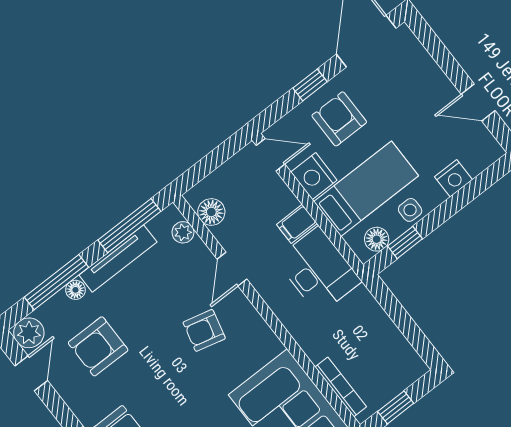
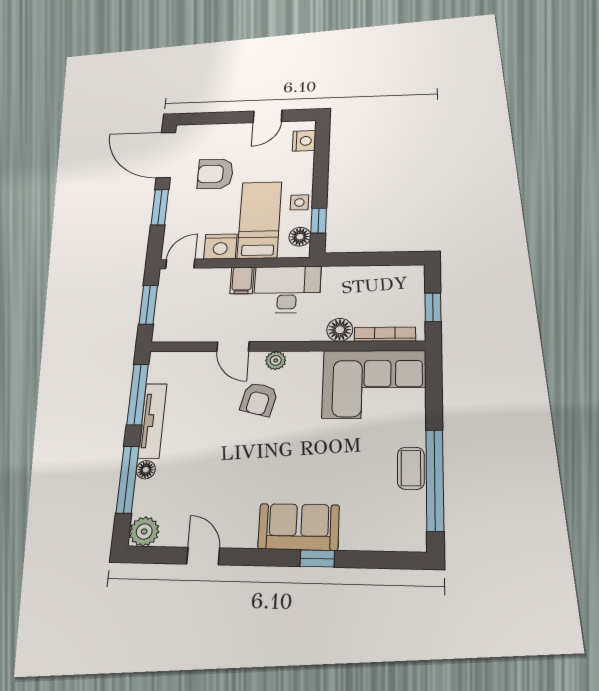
window: (310, 85) -> (160, 207), width x1.50
armchair: (339, 119) -> (215, 174), moved
window: (212, 161) -> (148, 305), added
nightstand: (453, 178) -> (304, 141), moved
floor lamp: (211, 212) -> (340, 330), moved
plant: (183, 232) -> (276, 360), moved
armchair: (98, 346) -> (201, 487), removed
door: (31, 373) -> (203, 556), moved

